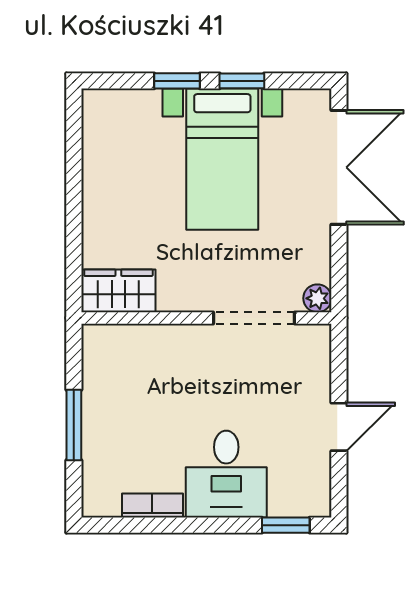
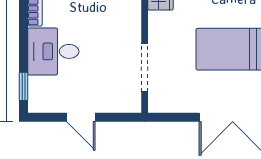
plant: (317, 298) -> (156, 105), removed

